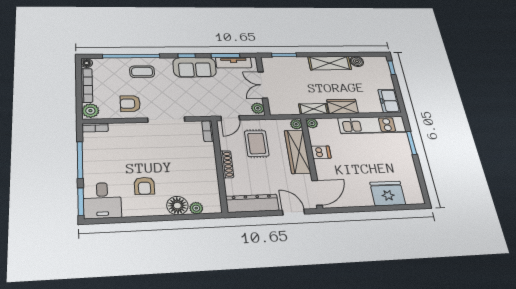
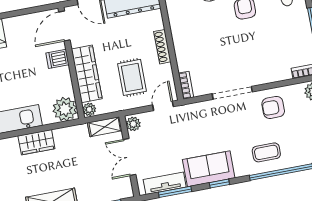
double door: (263, 85) -> (130, 157), swing flipped
armchair: (130, 104) -> (273, 107), turned 180
shelving: (314, 109) -> (105, 127), moved
plant: (312, 123) -> (65, 109), width x1.88, depth x1.88
dishwasher: (321, 152) -> (57, 59), moved

